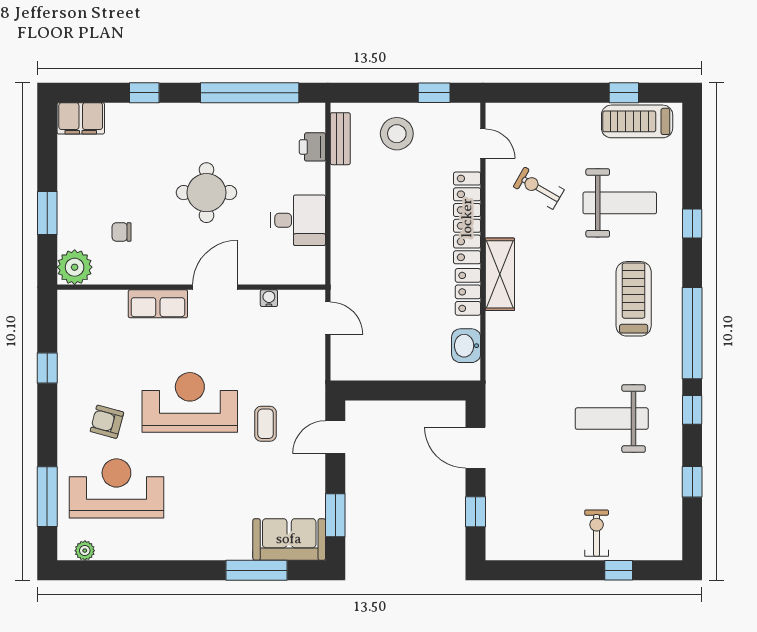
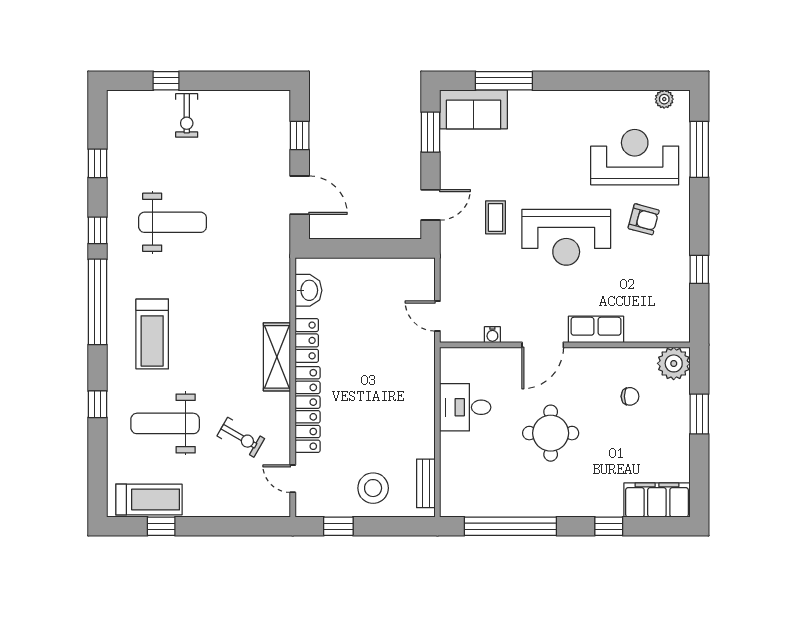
filing cabinet: (81, 118) -> (657, 500), width x1.50, depth x1.17
printer: (312, 147) -> (452, 476), removed
reception desk: (116, 488) -> (635, 157), turned 180

